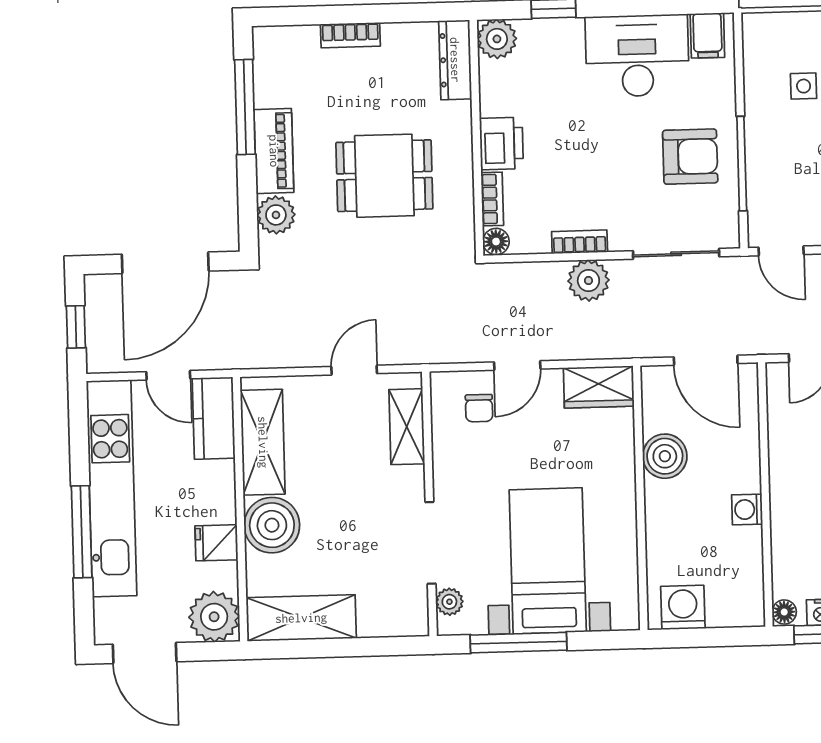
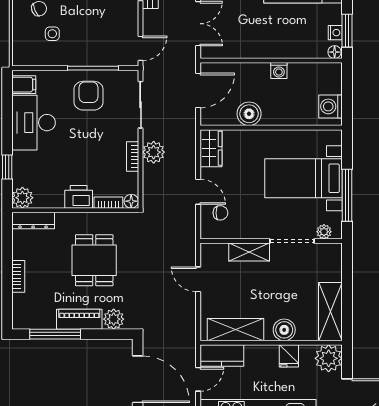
shelving: (407, 427) -> (249, 252), moved
boiler: (272, 525) -> (284, 330), width x0.73, depth x0.73

